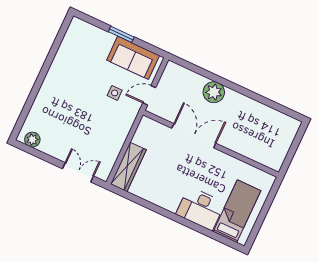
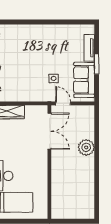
tv unit: (98, 34) -> (89, 48), added
double door: (194, 136) -> (49, 131), moved

